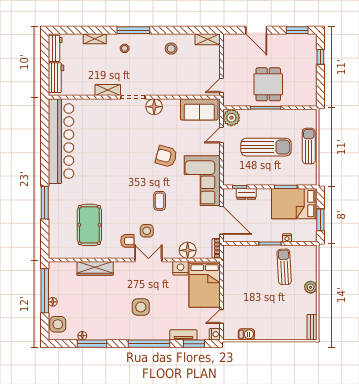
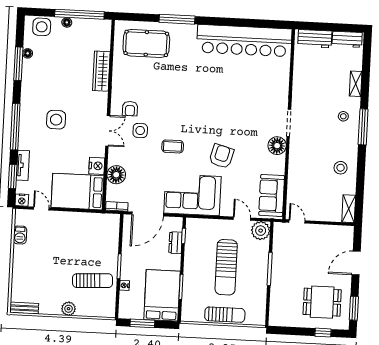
dining table: (268, 84) -> (322, 302), moved
shelving: (108, 90) -> (298, 95), removed
pool table: (89, 225) -> (146, 43), moved

